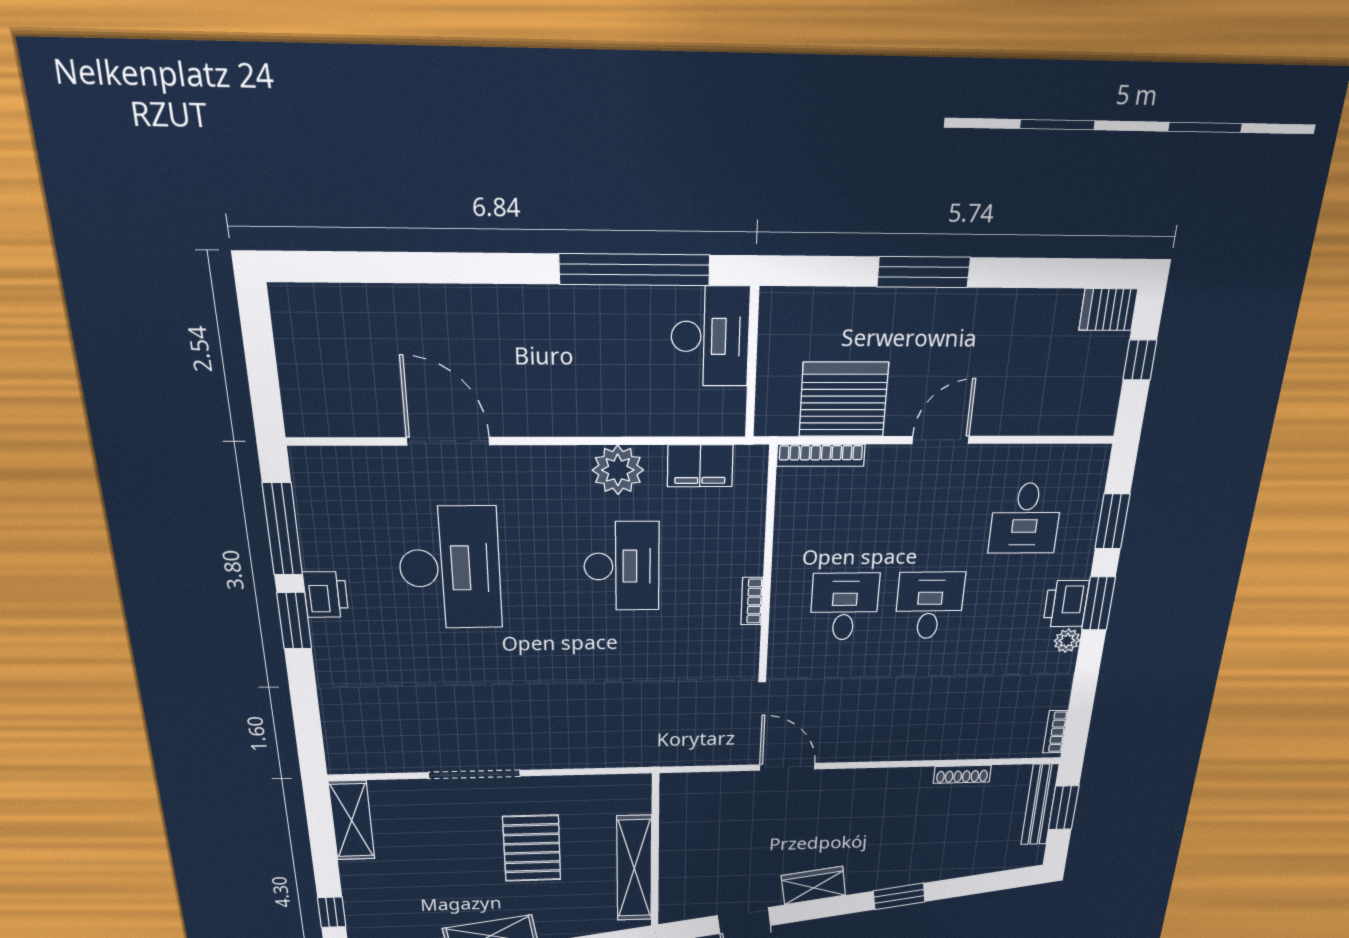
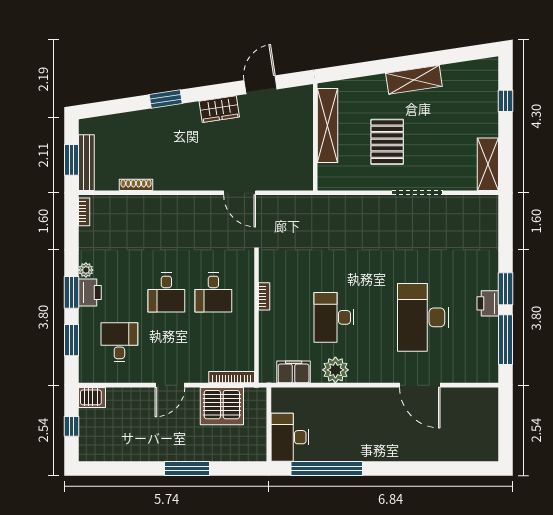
server rack: (1108, 310) -> (92, 397), moved

